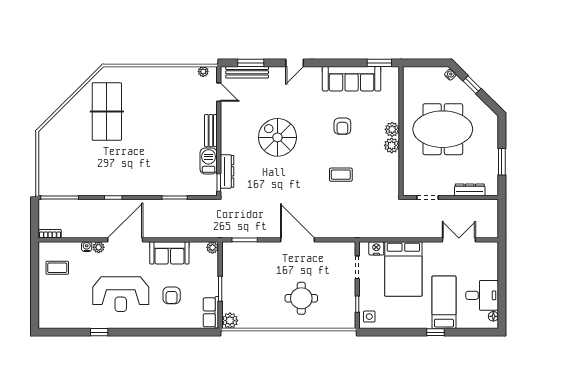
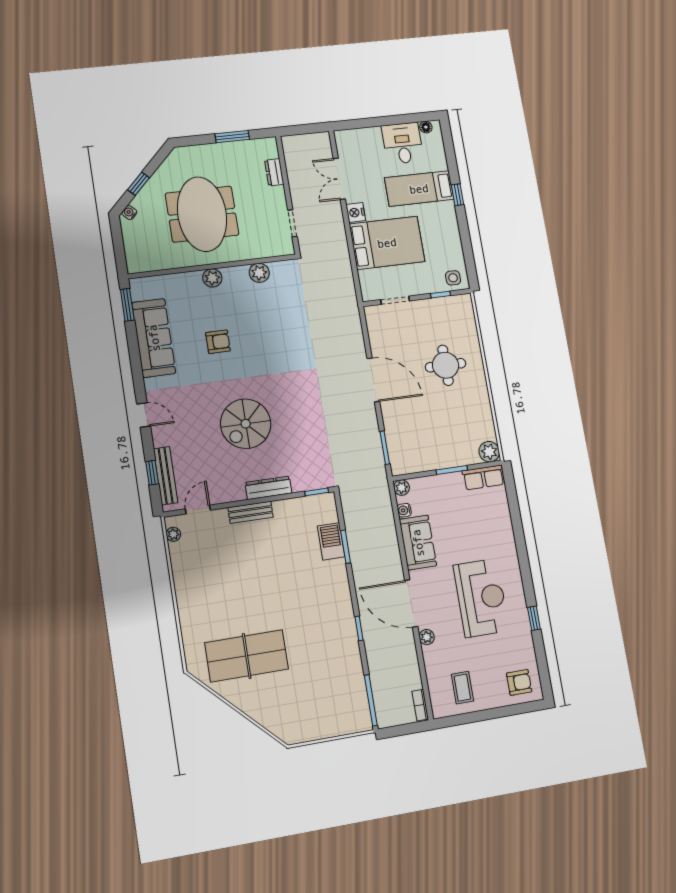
window: (251, 63) -> (152, 473), width x0.67
plant: (392, 145) -> (259, 273), moved
barbecue: (209, 161) -> (331, 541), moved, turned 90
dresser: (227, 171) -> (268, 488), moved
coffee table: (341, 175) -> (281, 336), removed
dresser: (470, 190) -> (274, 172), width x0.70
door: (297, 240) -> (373, 380), swing flipped
water cooler: (87, 247) -> (404, 510), moved
nightstand: (376, 248) -> (356, 212), moved
armchair: (172, 295) -> (519, 682), moved

